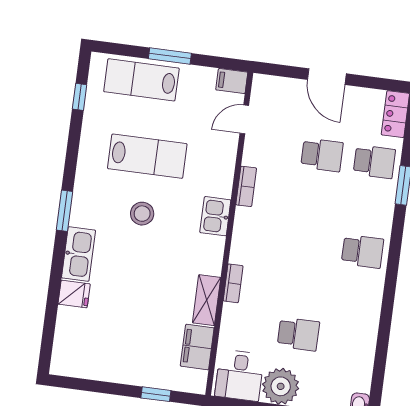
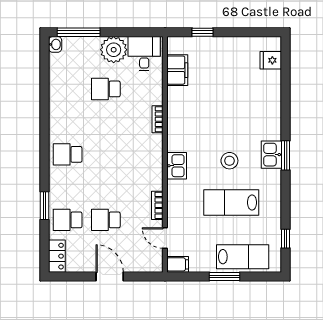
door: (244, 119) -> (165, 238), swing flipped
bookcase: (246, 186) -> (157, 205), moved
kitchen sink: (79, 254) -> (271, 155), moved, width x0.73
fridge: (74, 294) -> (271, 60), moved
shelving: (207, 300) -> (175, 105), removed

